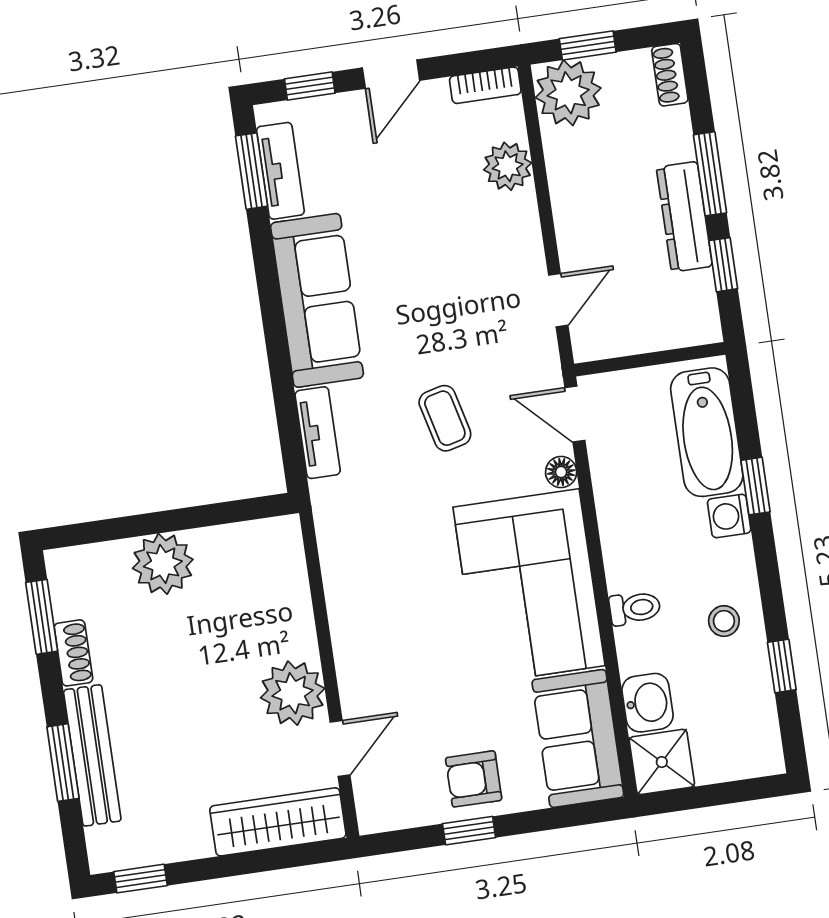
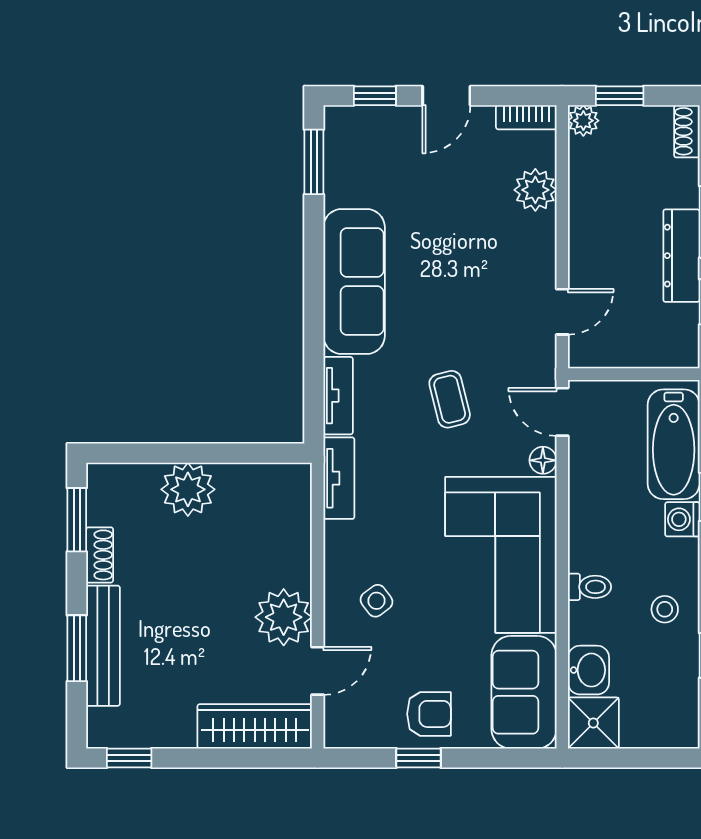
plant: (568, 93) -> (583, 121), width x0.53, depth x0.53
tv unit: (280, 171) -> (339, 478), moved
side table: (395, 659) -> (377, 601), added
armchair: (474, 779) -> (429, 714), turned 180

